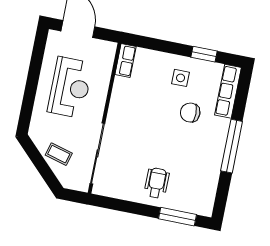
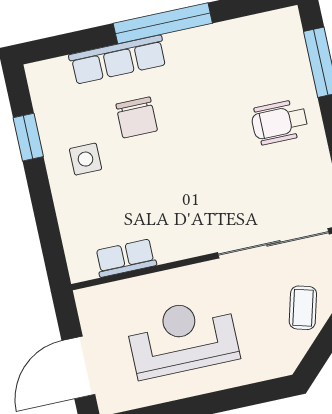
row of seats: (125, 61) -> (126, 258), moved
row of seats: (228, 91) -> (118, 60), moved

